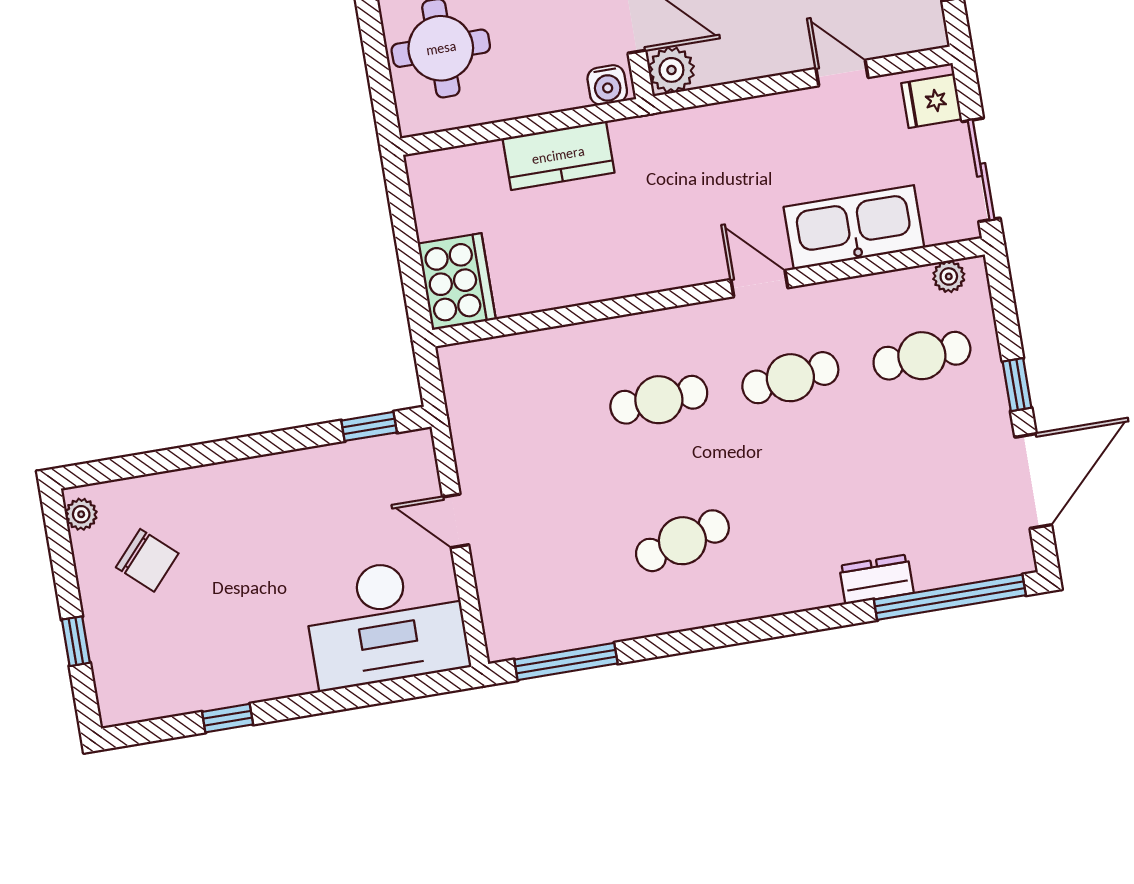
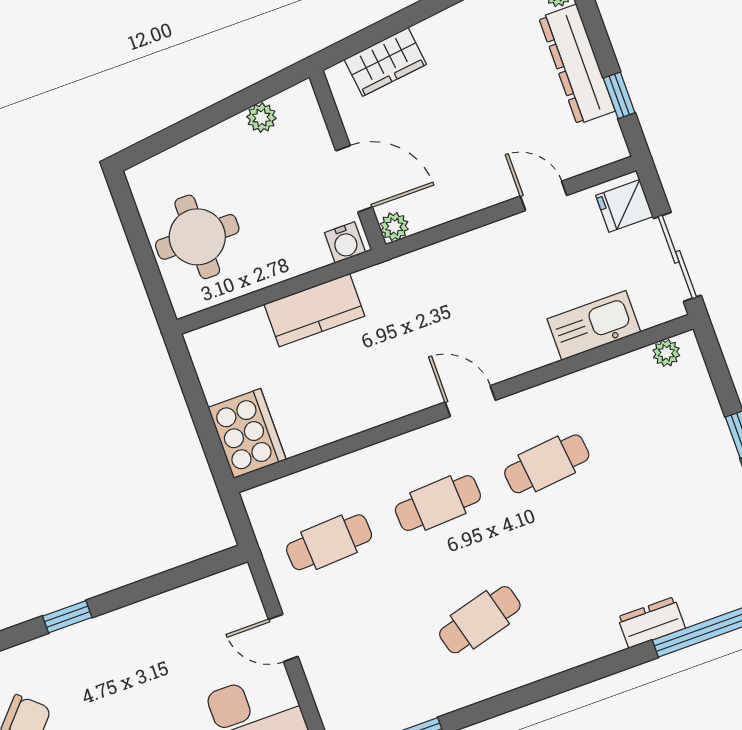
plant: (671, 70) -> (394, 227), width x0.73, depth x0.73
kitchen sink: (854, 227) -> (594, 325), width x0.73, depth x0.81
door: (759, 284) -> (470, 401), moved
cafe table: (922, 356) -> (329, 542), moved
window: (369, 426) -> (67, 617), moved

